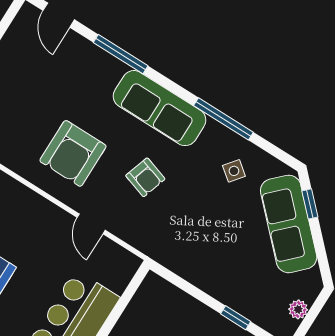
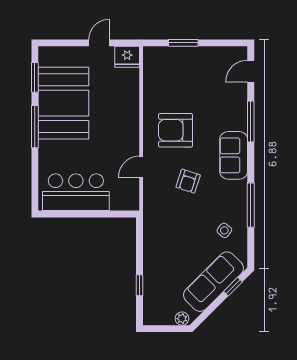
sofa: (160, 108) -> (234, 155), width x0.73
plant: (298, 309) -> (182, 319), moved

